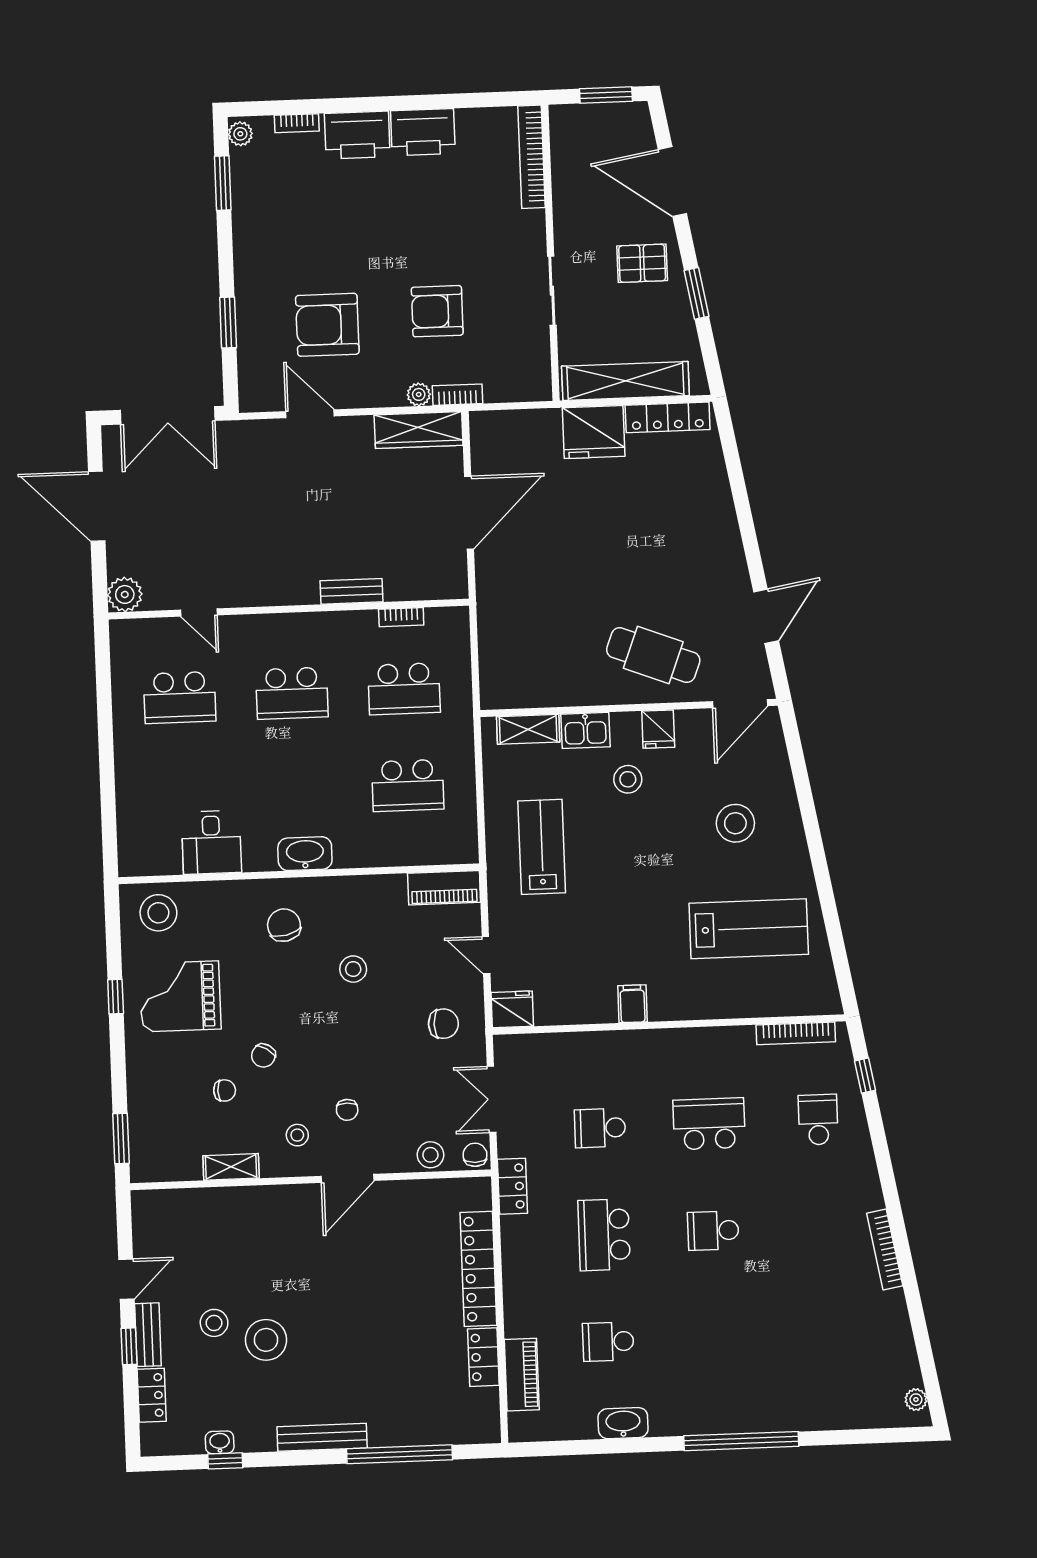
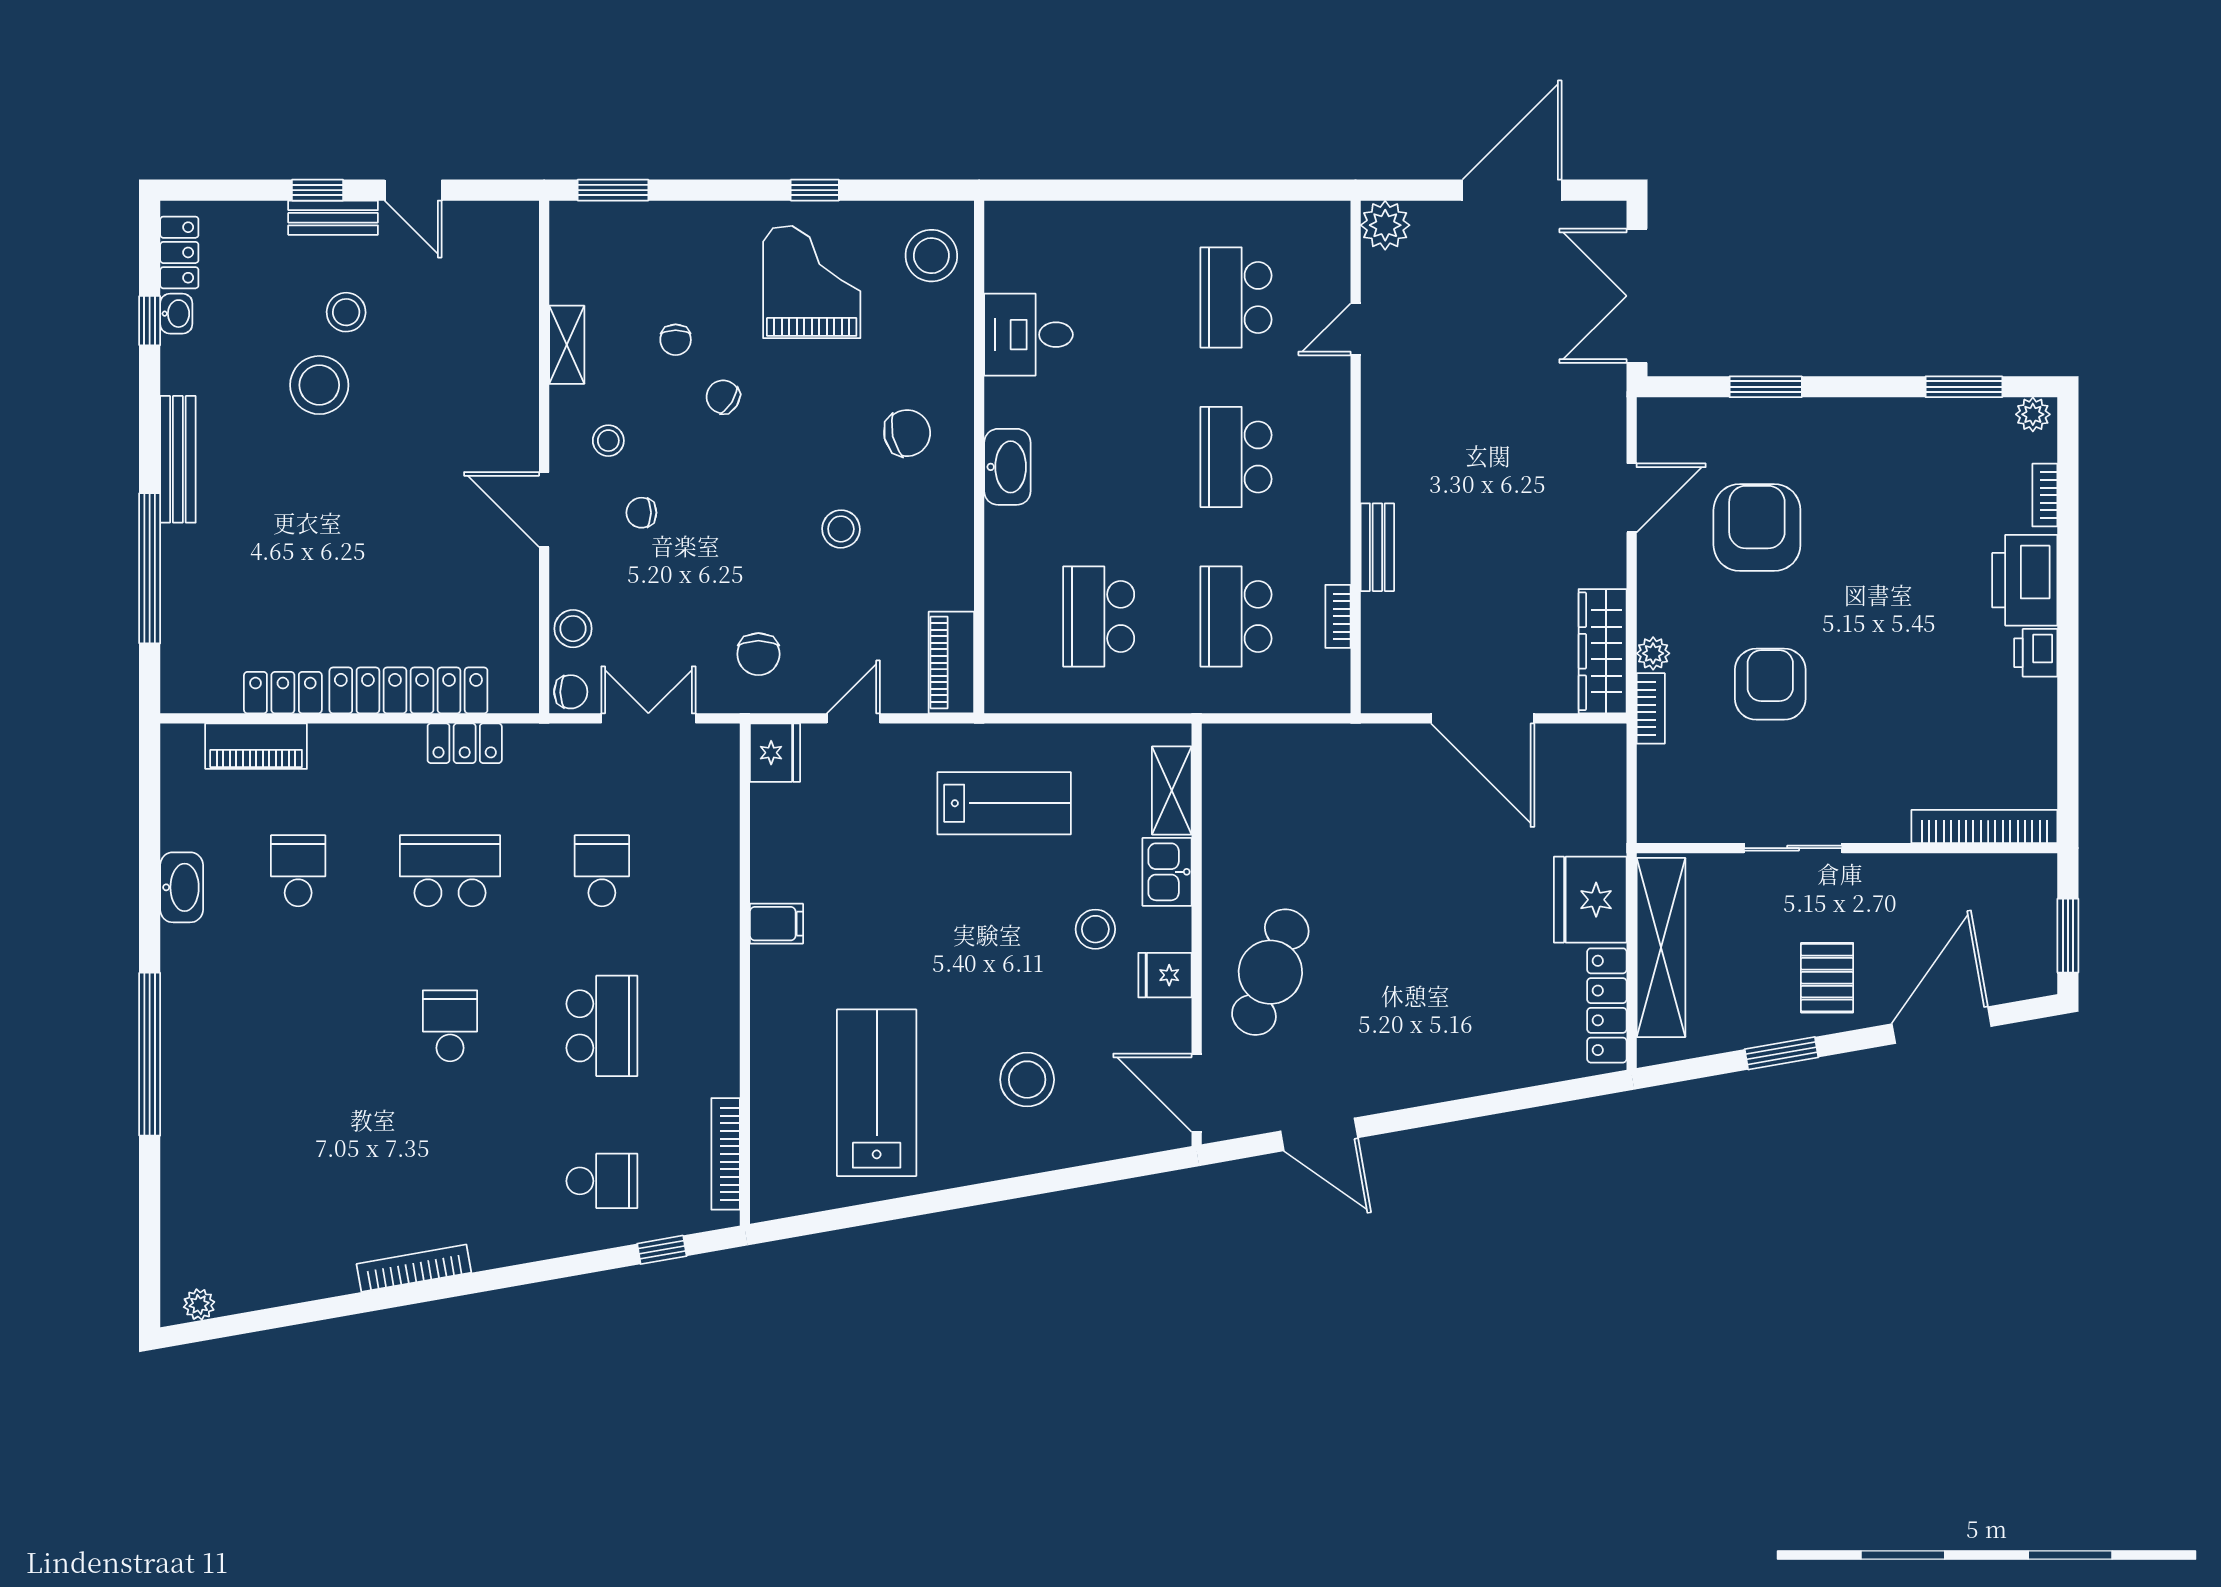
printer: (423, 132) -> (2036, 653), width x0.53, depth x0.68
lab bench: (749, 929) -> (877, 1093), turned 180
locker: (512, 1186) -> (465, 743), moved
locker: (152, 1395) -> (179, 252), moved, turned -90

